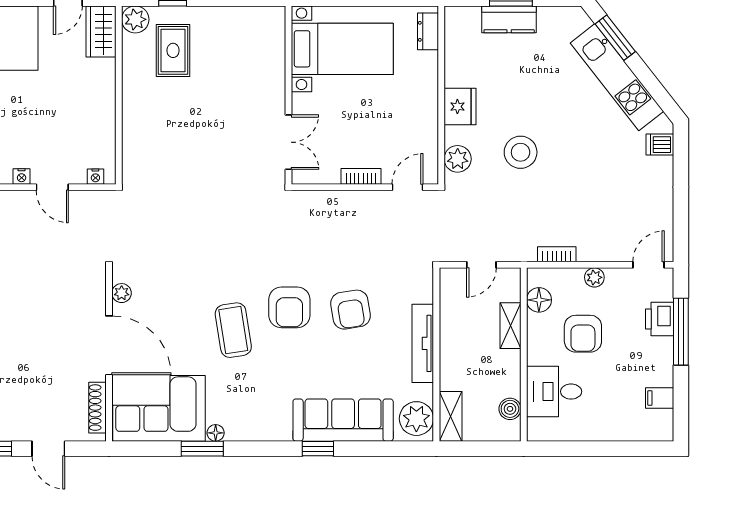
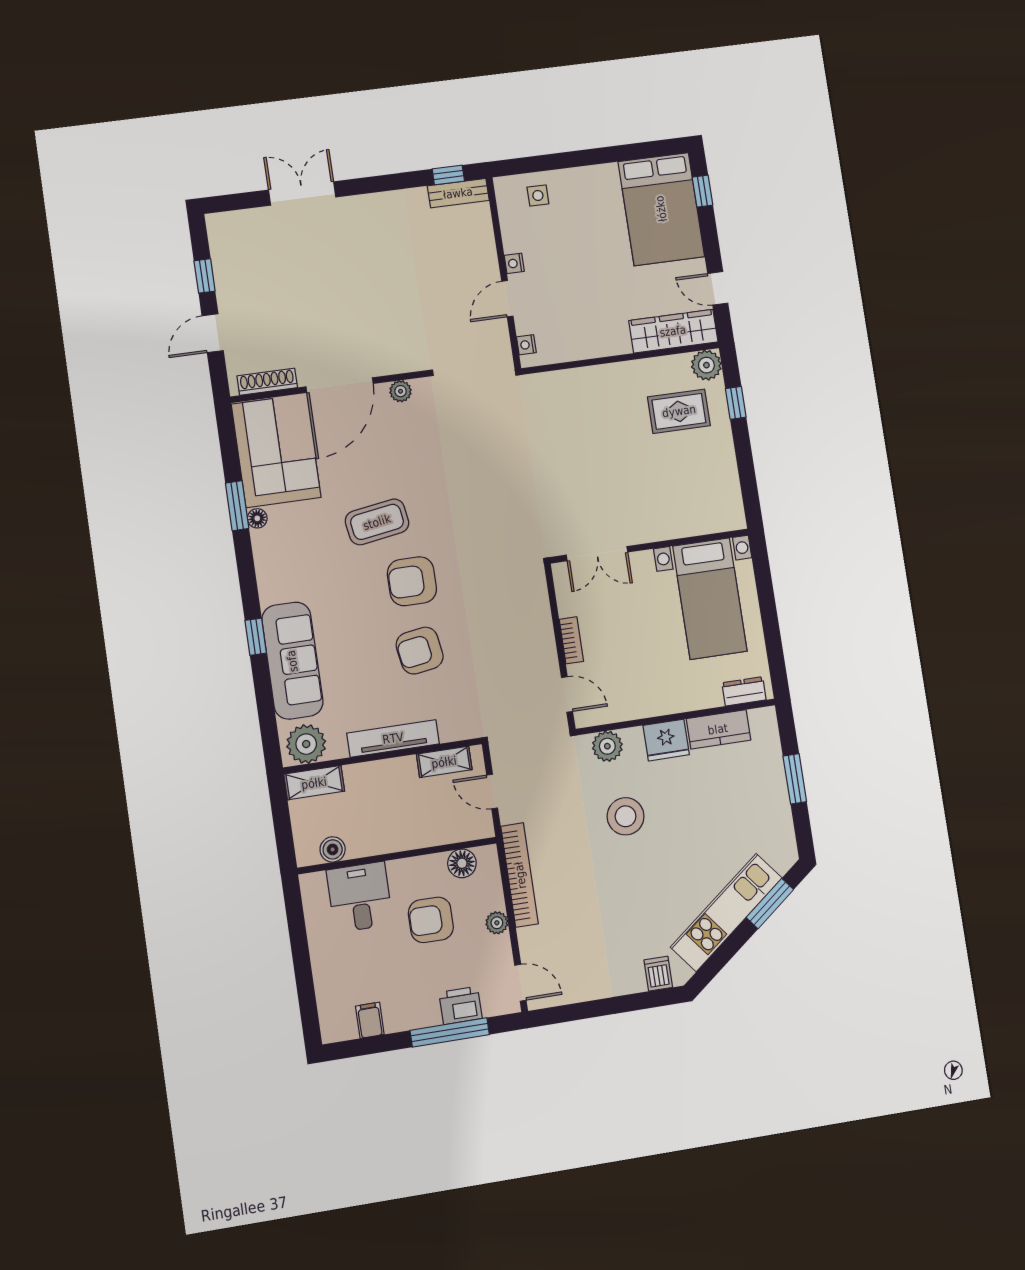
kitchen counter: (509, 19) -> (718, 729), moved, turned -90
wardrobe: (101, 31) -> (673, 331), width x1.50
bookcase: (557, 254) -> (520, 875), width x2.31, depth x1.31
shelving: (510, 326) -> (444, 762), moved

